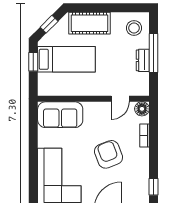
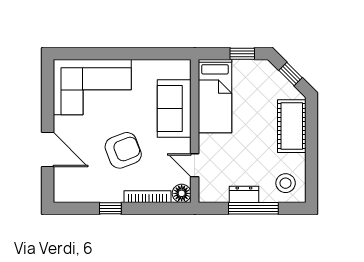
bed: (66, 59) -> (215, 96), moved
sofa: (60, 115) -> (174, 108), moved
bookcase: (145, 135) -> (147, 197), width x1.56
window: (154, 187) -> (110, 208), moved

